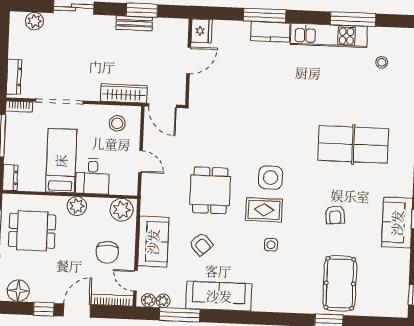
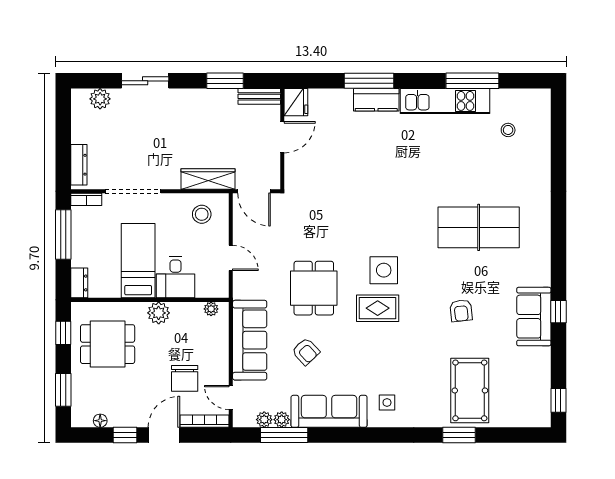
bench: (134, 23) -> (259, 96), moved
plant: (122, 210) -> (211, 309), width x0.53, depth x0.53
sofa: (153, 242) -> (250, 340), width x1.36
side table: (271, 245) -> (387, 403), moved
chair: (107, 252) -> (185, 378), moved
floor lamp: (18, 291) -> (100, 421), width x0.53, depth x0.53
plant: (148, 300) -> (282, 420), moved

